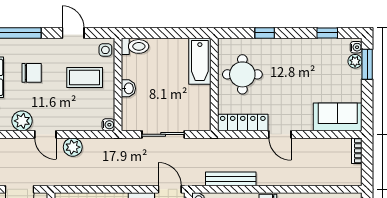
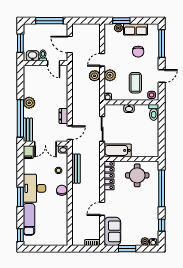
window: (265, 33) -> (162, 188), width x3.17
bathtub: (200, 61) -> (118, 150), moved
window: (367, 64) -> (127, 249), moved
plant: (22, 121) -> (110, 75), moved
door: (280, 134) -> (102, 209), moved

